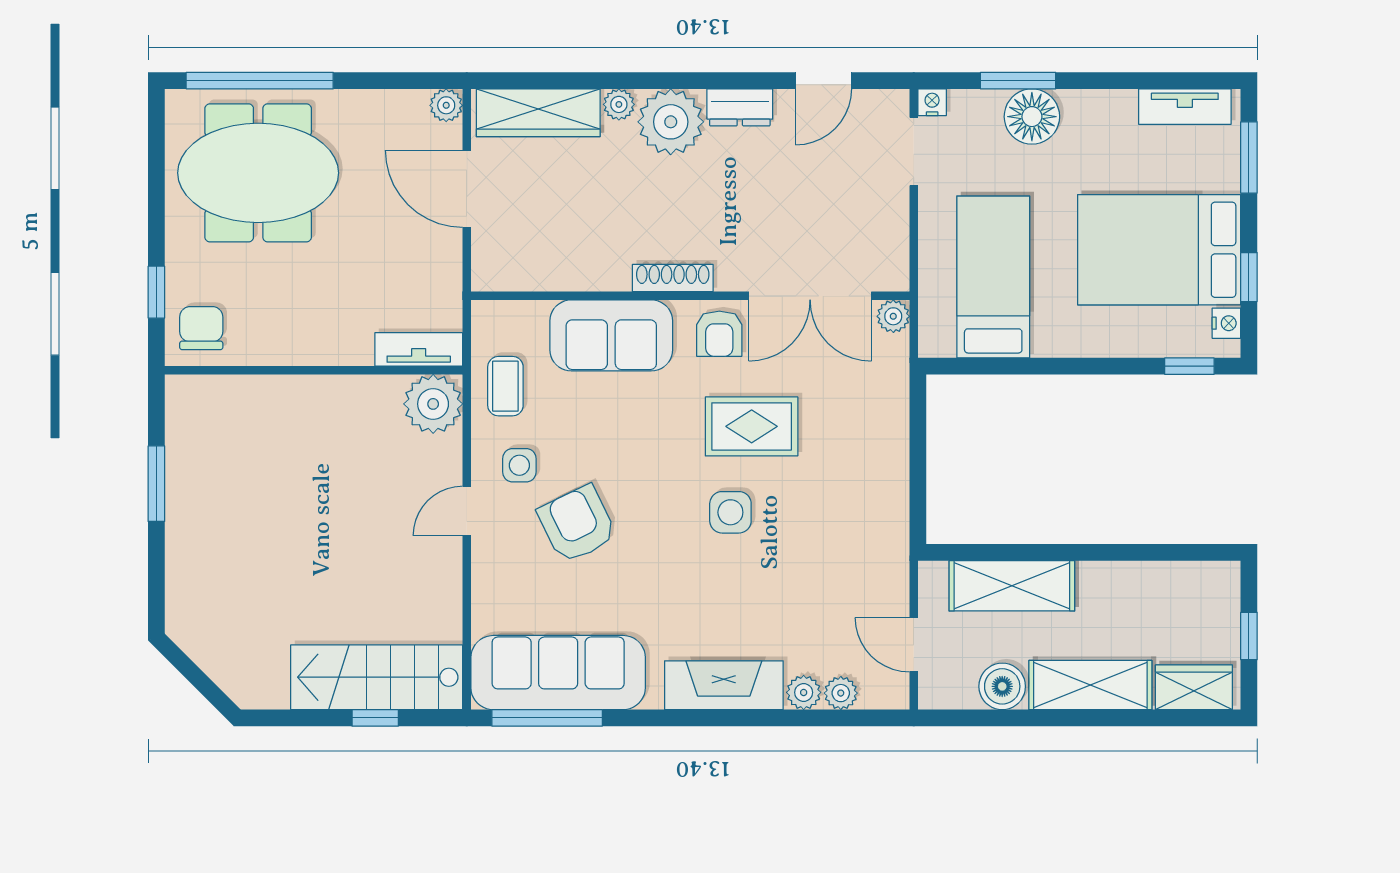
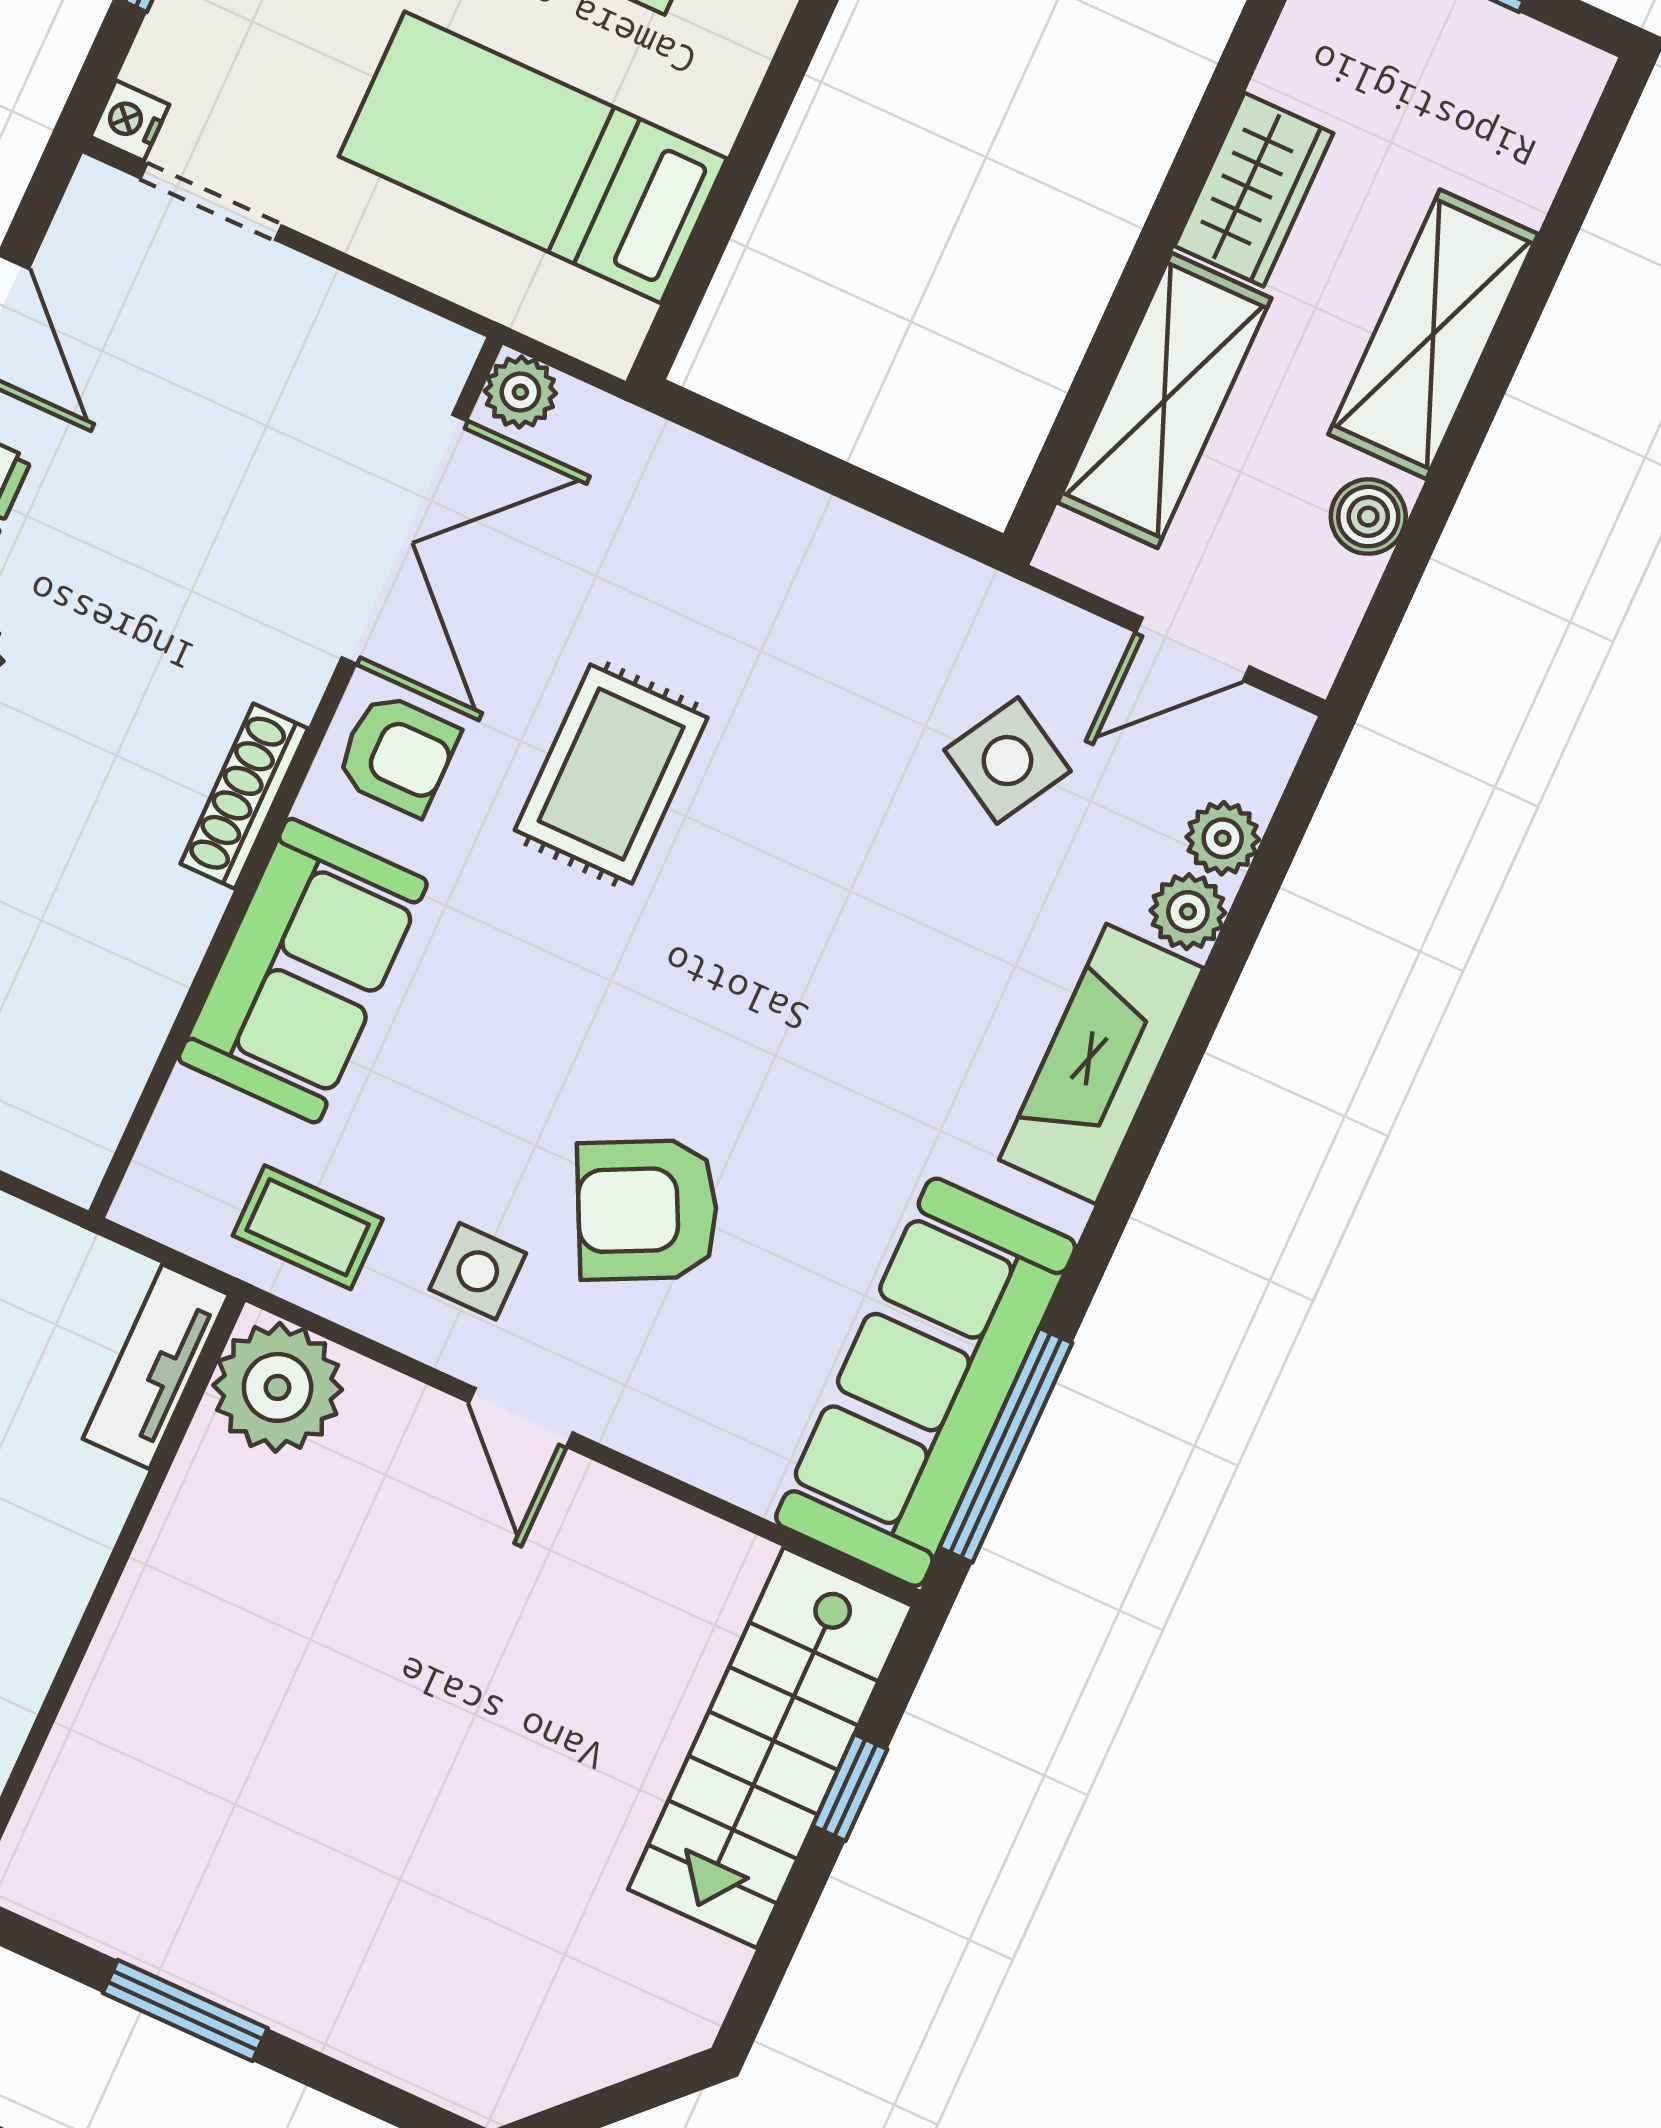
side table: (730, 512) -> (1007, 761), moved, turned 30
boiler: (1002, 686) -> (1368, 517), width x0.73, depth x0.73
wardrobe: (1194, 687) -> (1254, 190), moved, turned 180

